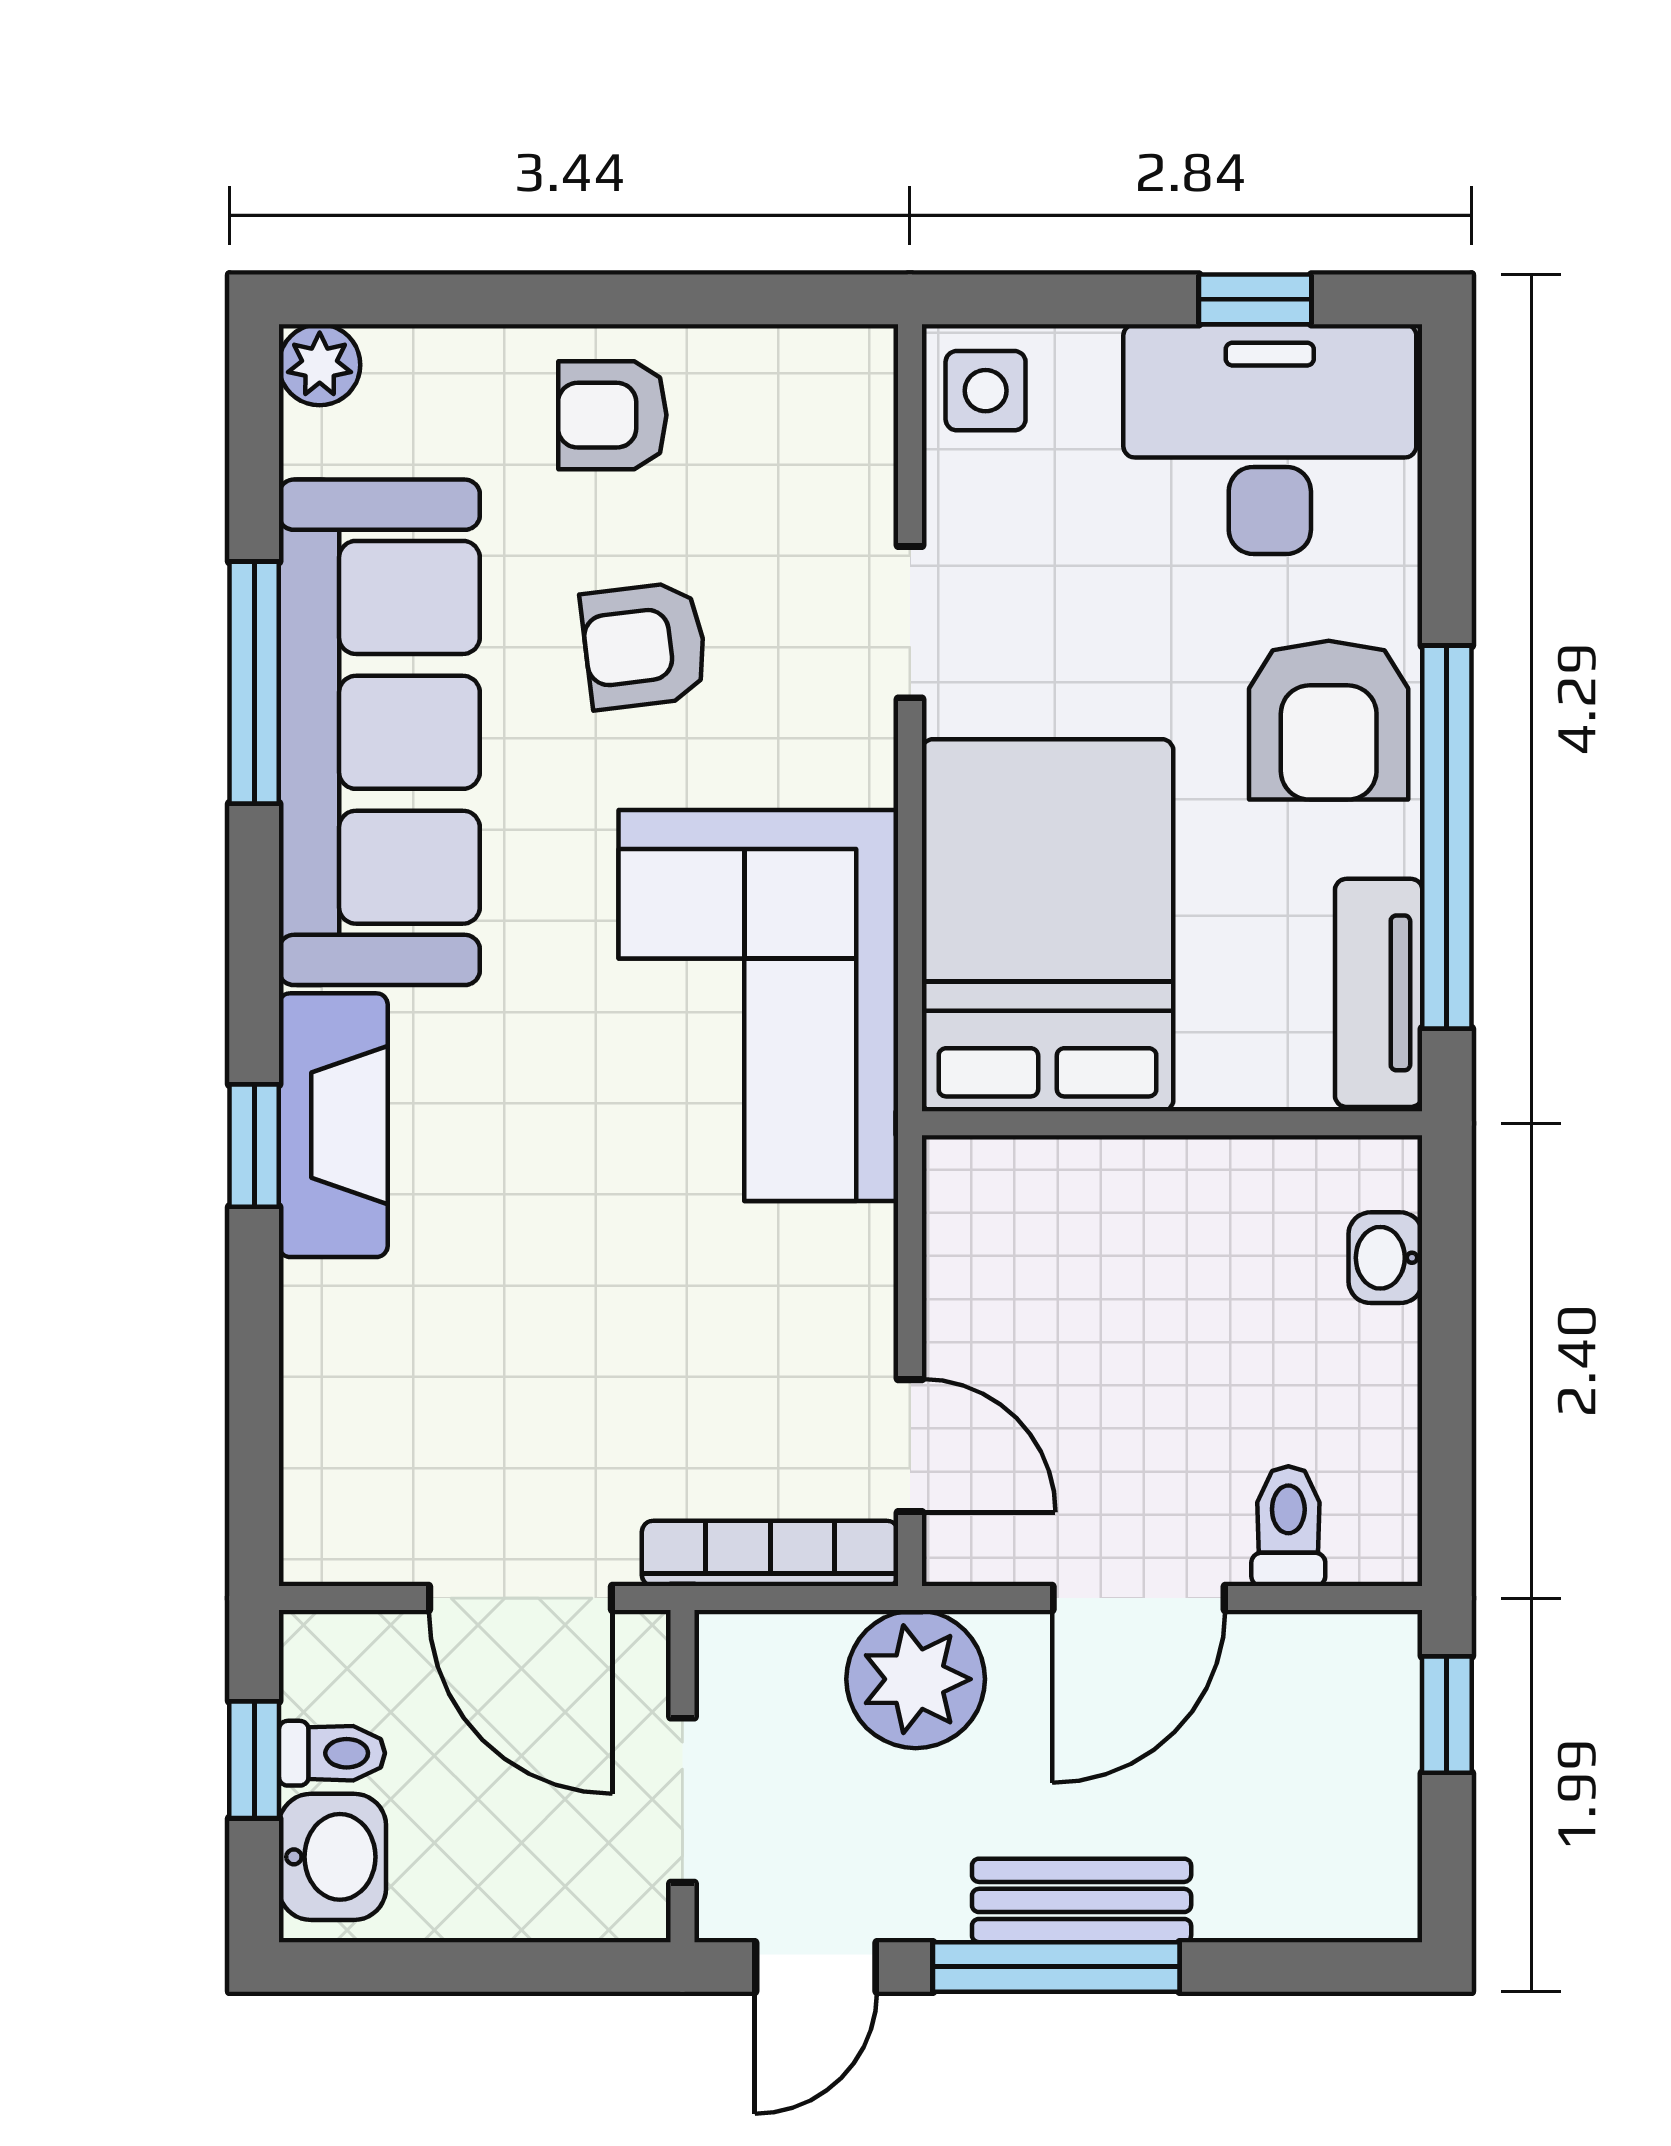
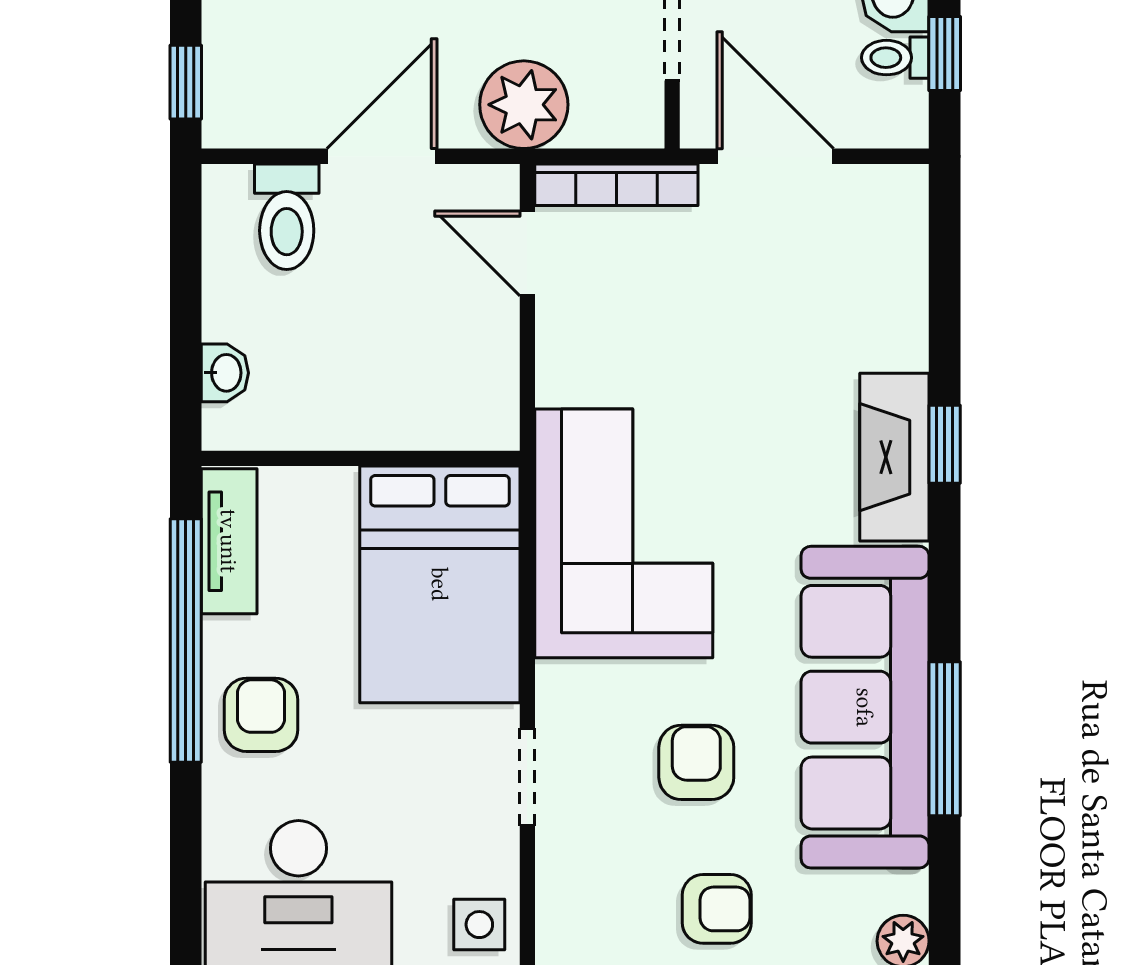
armchair: (644, 646) -> (696, 762), turned -83
armchair: (1329, 720) -> (261, 715), width x0.72, depth x0.72
toilet: (1288, 1526) -> (287, 217), width x1.37, depth x1.39

